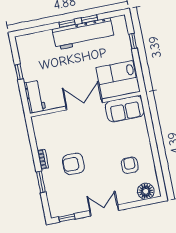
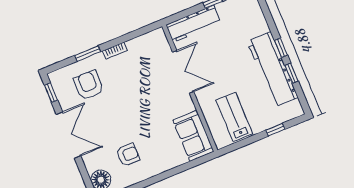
workbench: (35, 97) -> (193, 24), width x1.38
double door: (84, 104) -> (183, 72), moved
armchair: (73, 164) -> (89, 85), moved
double door: (104, 210) -> (68, 135), width x1.37

